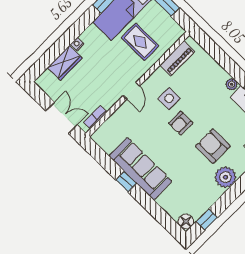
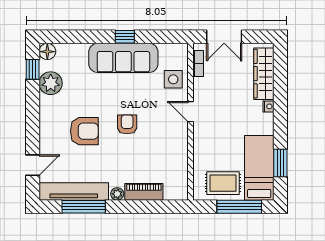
rug: (140, 42) -> (223, 183), moved
piano: (177, 58) -> (144, 192), moved, turned 90
wardrobe: (65, 63) -> (264, 74), width x1.50
side table: (169, 98) -> (173, 79), moved
plant: (225, 177) -> (51, 83), moved

